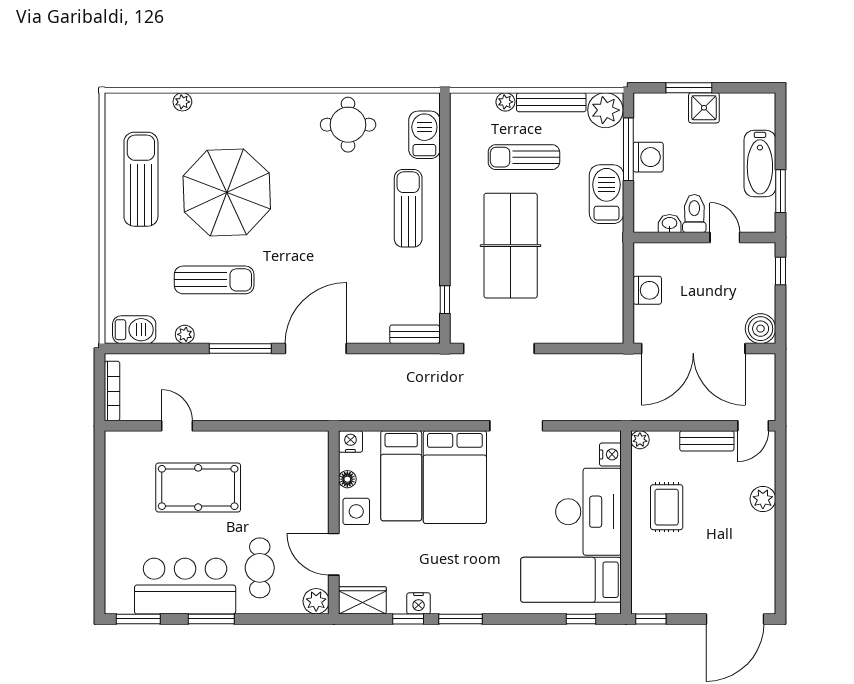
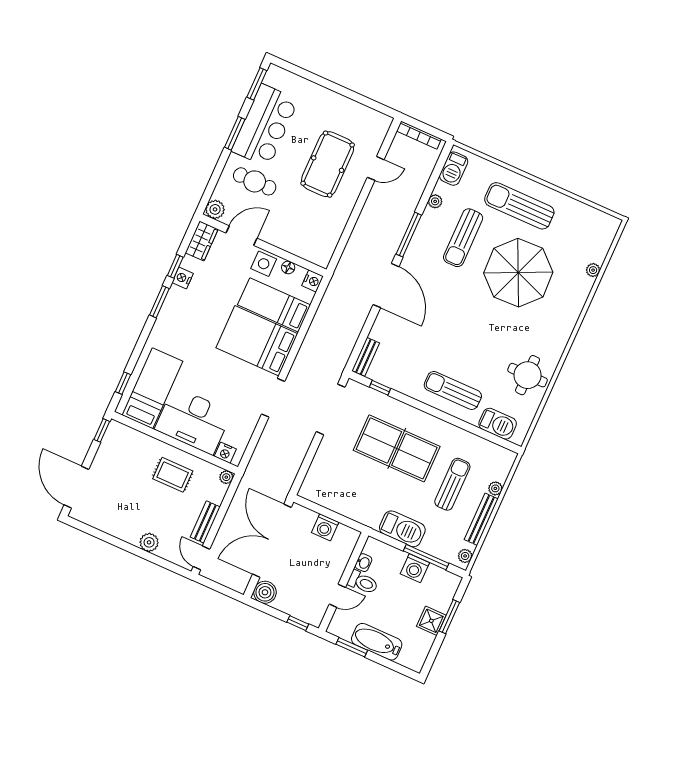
plant: (605, 110) -> (465, 556), width x0.53, depth x0.53
sun lounger: (141, 179) -> (519, 206), moved, turned 180
sun lounger: (408, 208) -> (453, 390), turned 180

